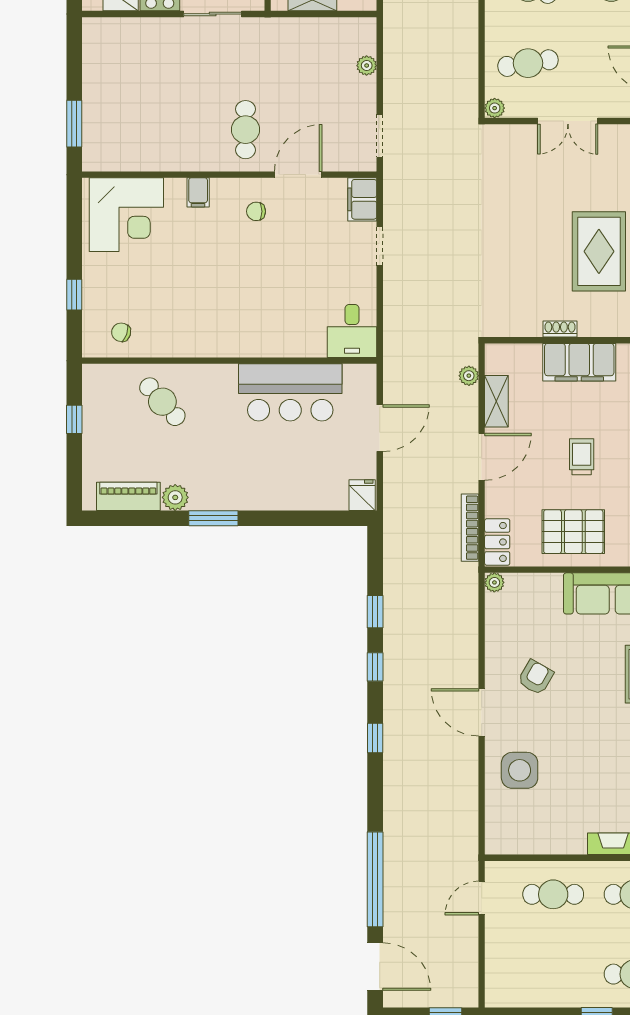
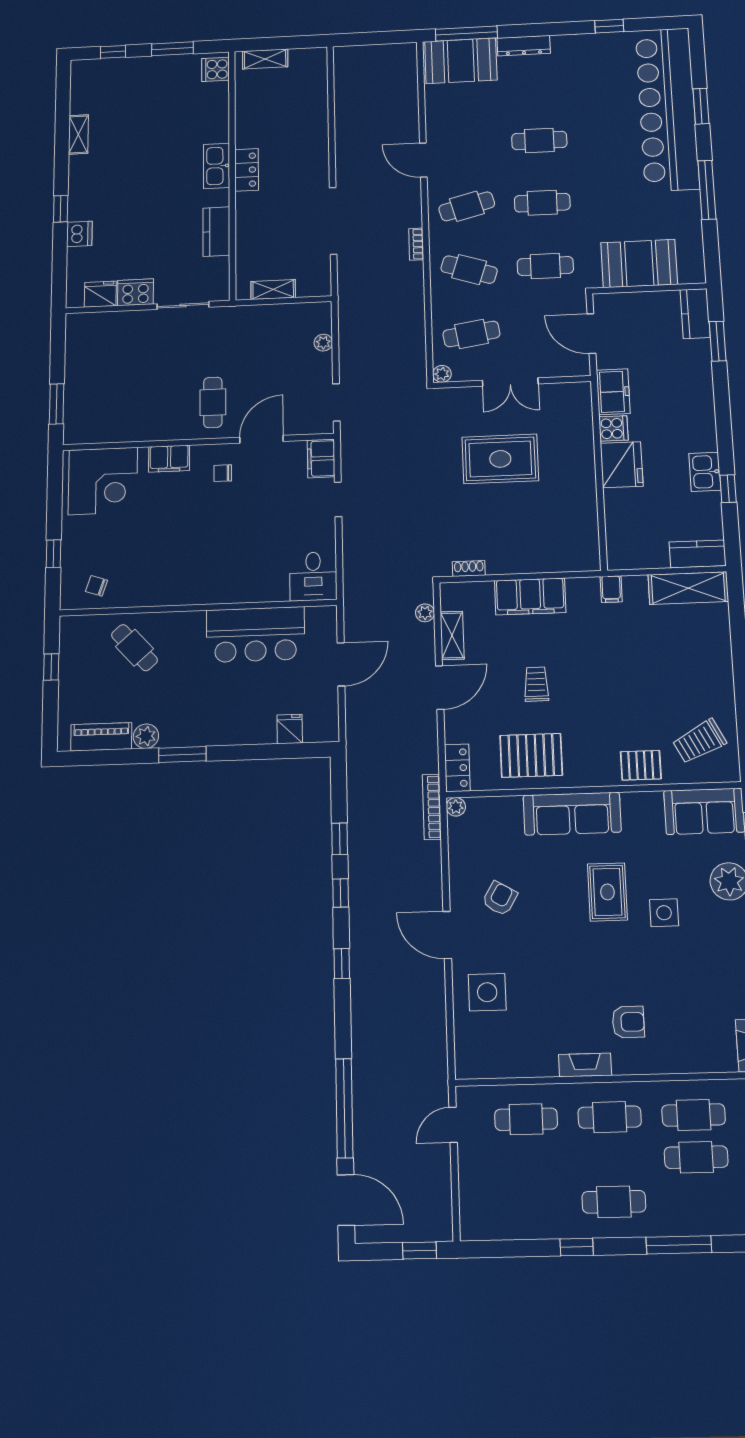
filing cabinet: (198, 192) -> (169, 459), width x2.00
rug: (599, 251) -> (500, 459), moved, turned 90
shoe rack: (560, 329) -> (469, 568), moved
fridge: (362, 495) -> (290, 729), moved
bookcase: (470, 528) -> (432, 807), moved

